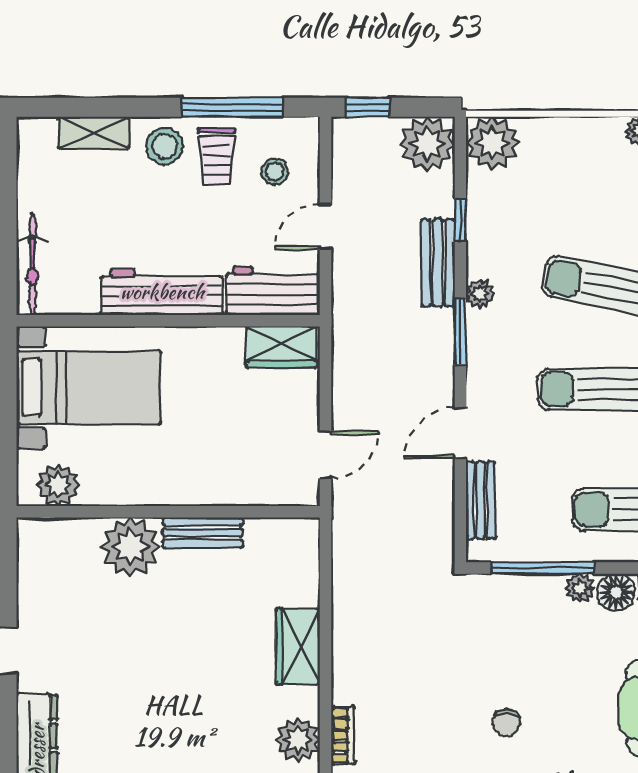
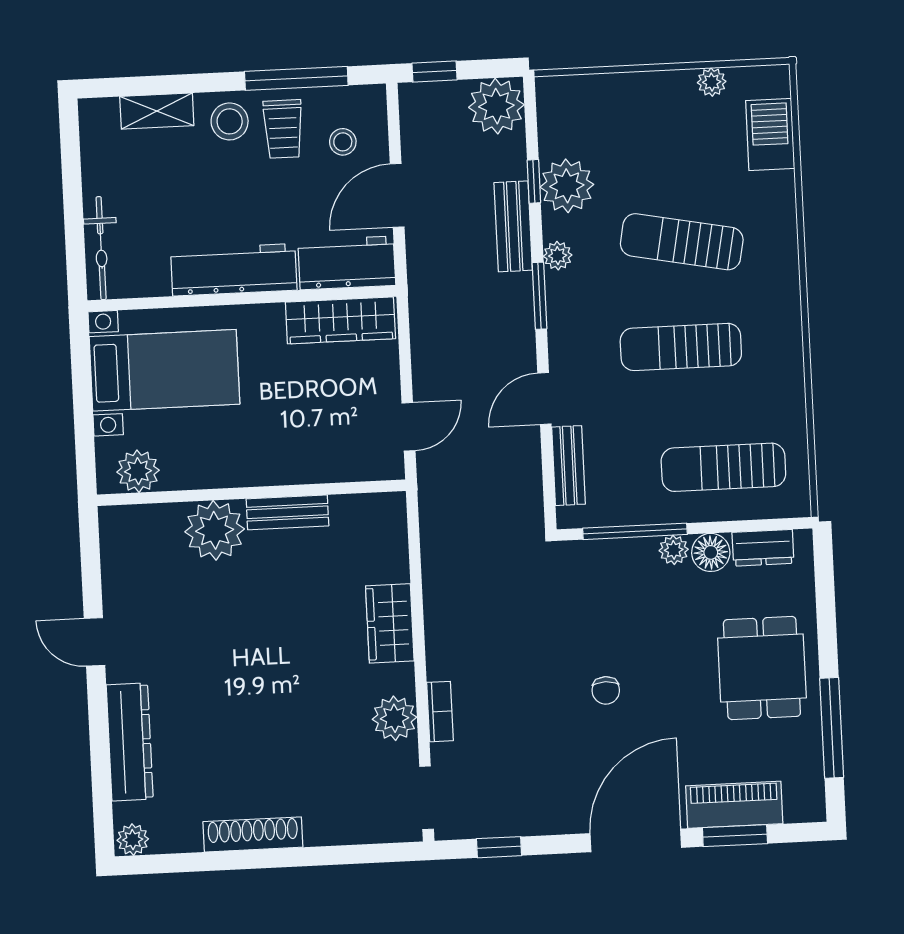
plant: (493, 143) -> (567, 186), moved
door: (326, 227) -> (397, 195), width x1.38
wardrobe: (282, 347) -> (340, 320), width x1.50

